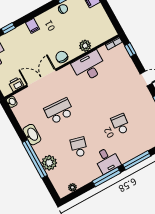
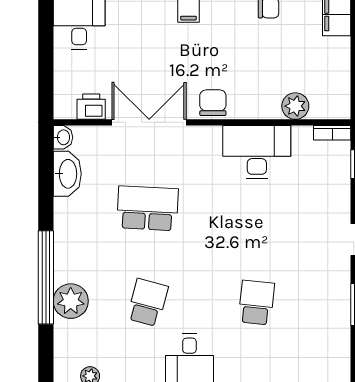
plant: (85, 46) -> (295, 106), moved
washbasin: (32, 135) -> (67, 174), moved

